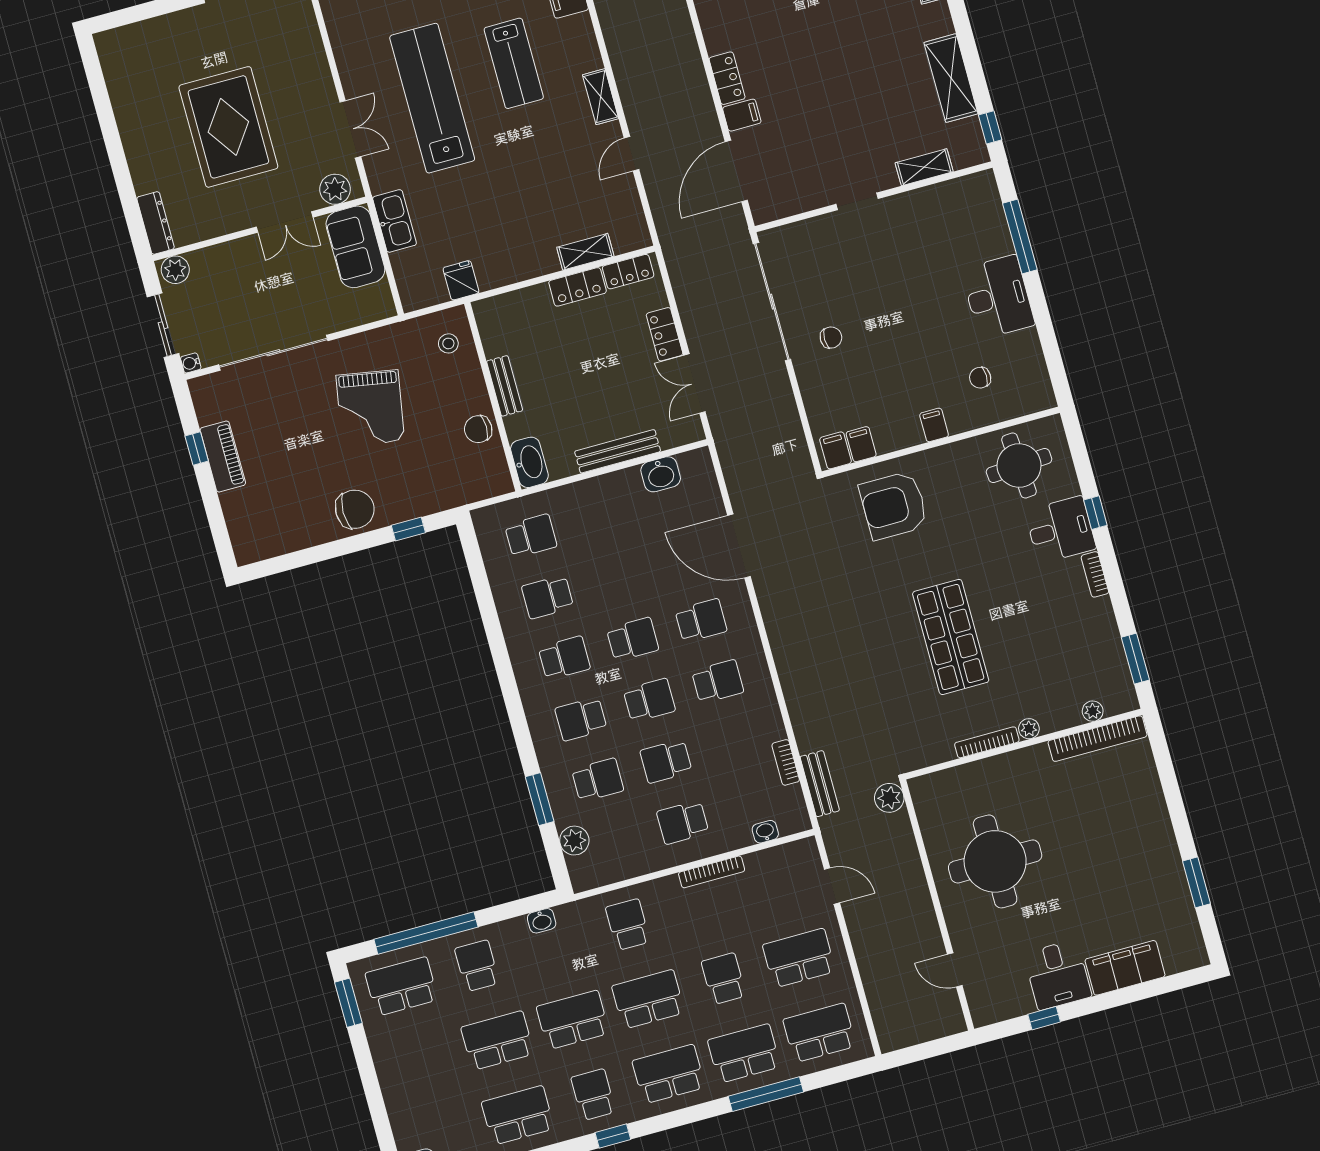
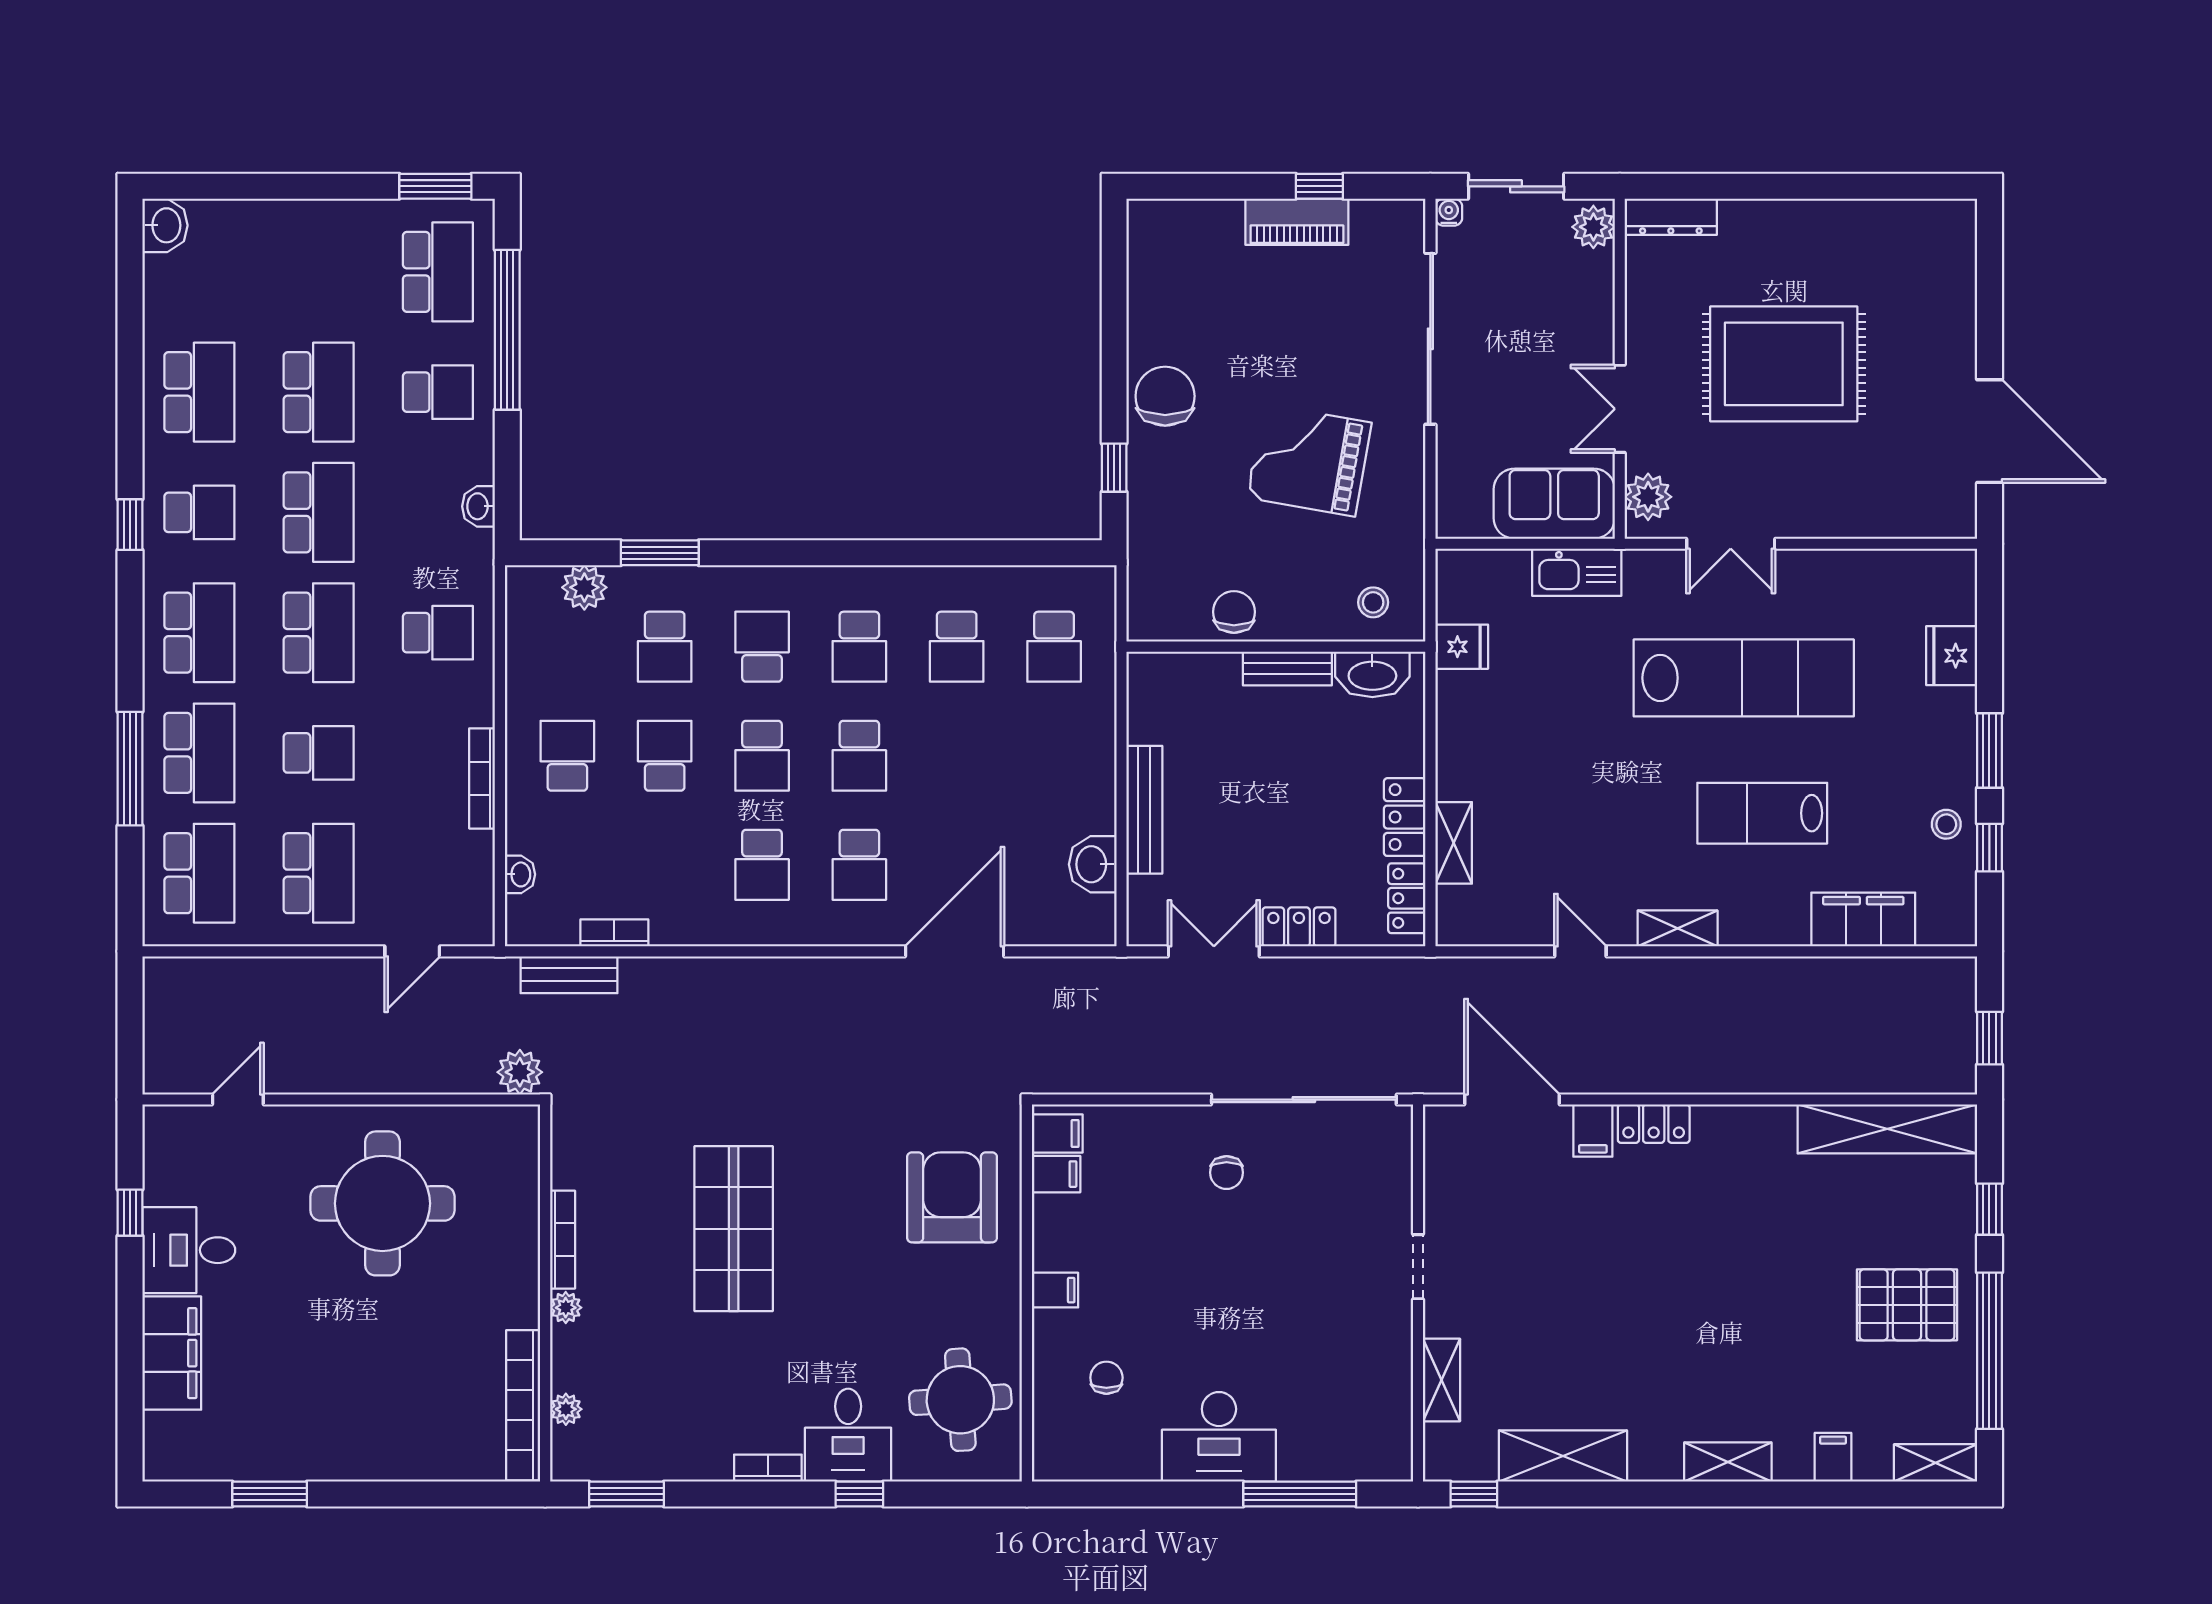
washbasin: (529, 462) -> (1372, 674), moved
chair: (355, 509) -> (1165, 396), turned 180
school desk: (548, 597) -> (957, 647), turned 180
shop shelf: (951, 637) -> (734, 1229), turned 90

